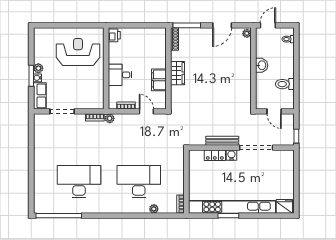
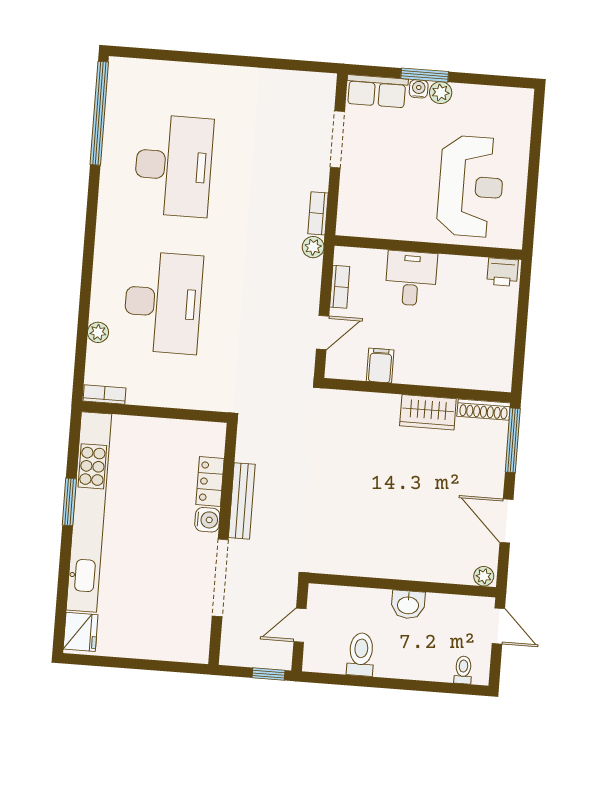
wardrobe: (177, 73) -> (428, 412), moved
filing cabinet: (159, 80) -> (380, 366), width x0.50
window: (296, 136) -> (268, 674), moved

